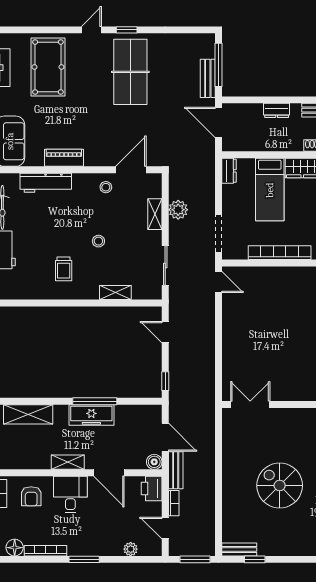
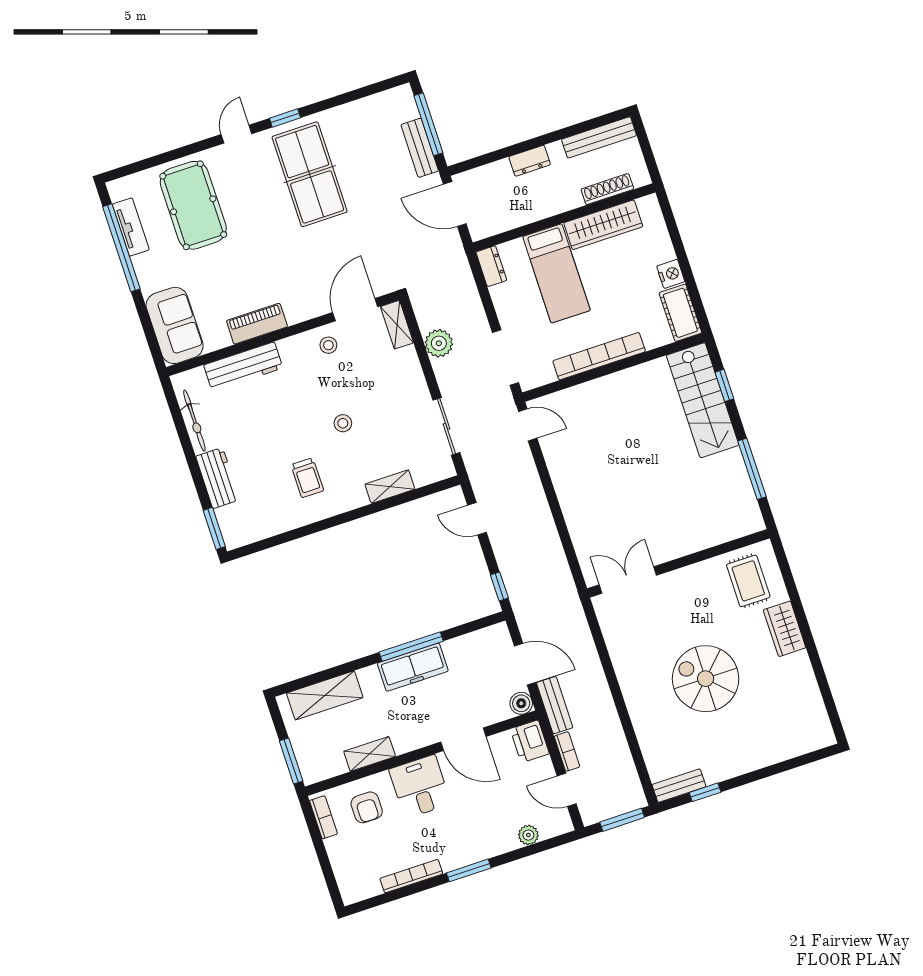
shelving: (155, 214) -> (397, 325), moved
shelving: (68, 462) -> (370, 754), moved
floor lamp: (15, 548) -> (367, 886), removed

